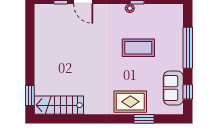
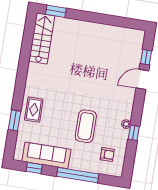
armchair: (163, 22) -> (107, 155), added
sofa: (173, 88) -> (46, 155), width x1.36
rug: (130, 102) -> (34, 110), width x0.73, depth x0.70

